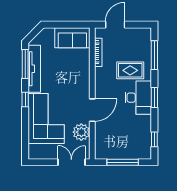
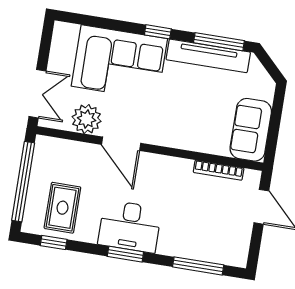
rug: (130, 70) -> (62, 208), moved
window: (123, 162) -> (23, 182), width x1.46

